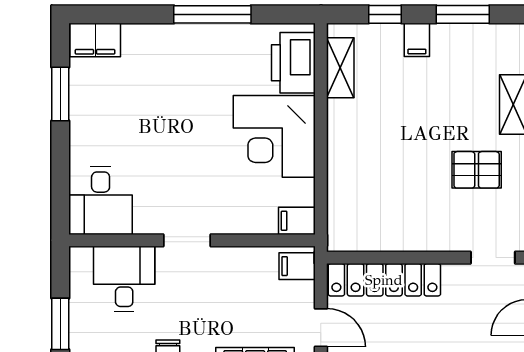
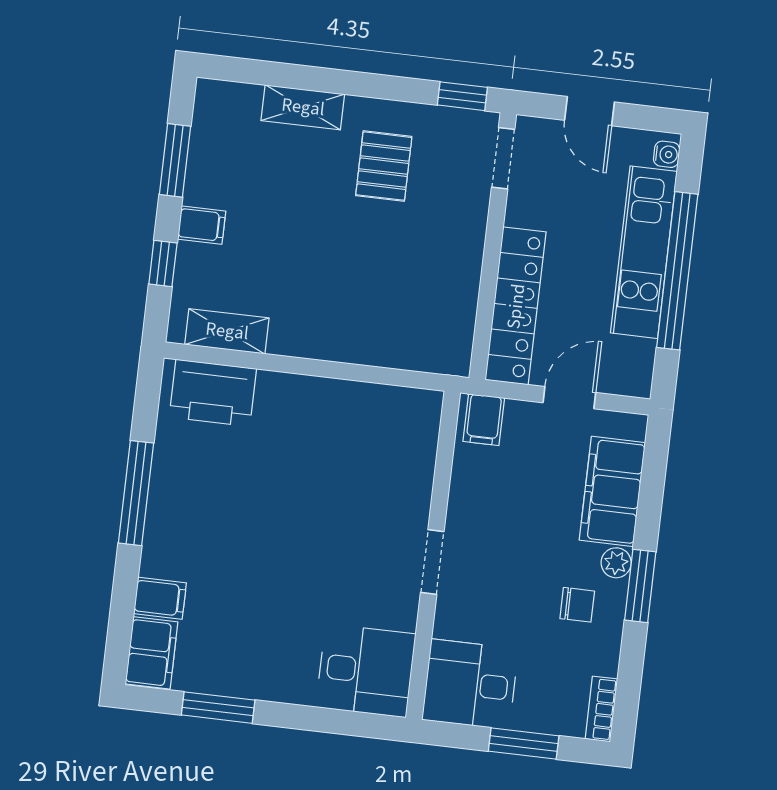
corner desk: (274, 136) -> (308, 430), removed
filing cabinet: (297, 221) -> (160, 598), moved, turned -90
desk: (124, 279) -> (470, 684), moved

